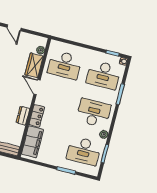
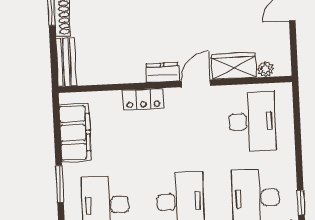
desk: (65, 65) -> (252, 121), turned 180
dresser: (23, 116) -> (162, 72), moved
filing cabinet: (33, 142) -> (75, 133), moved, turned -90

